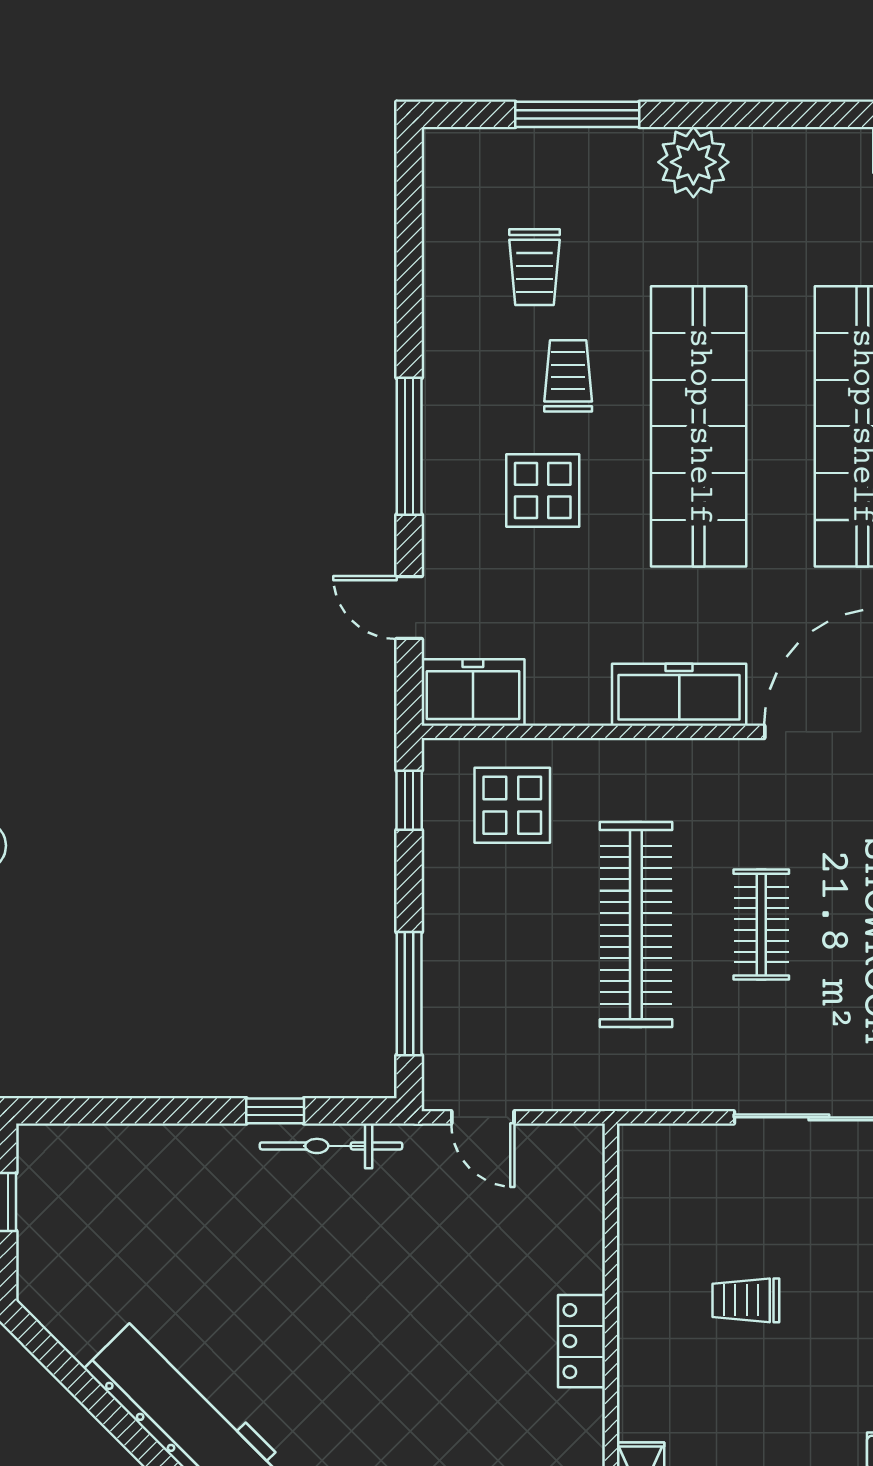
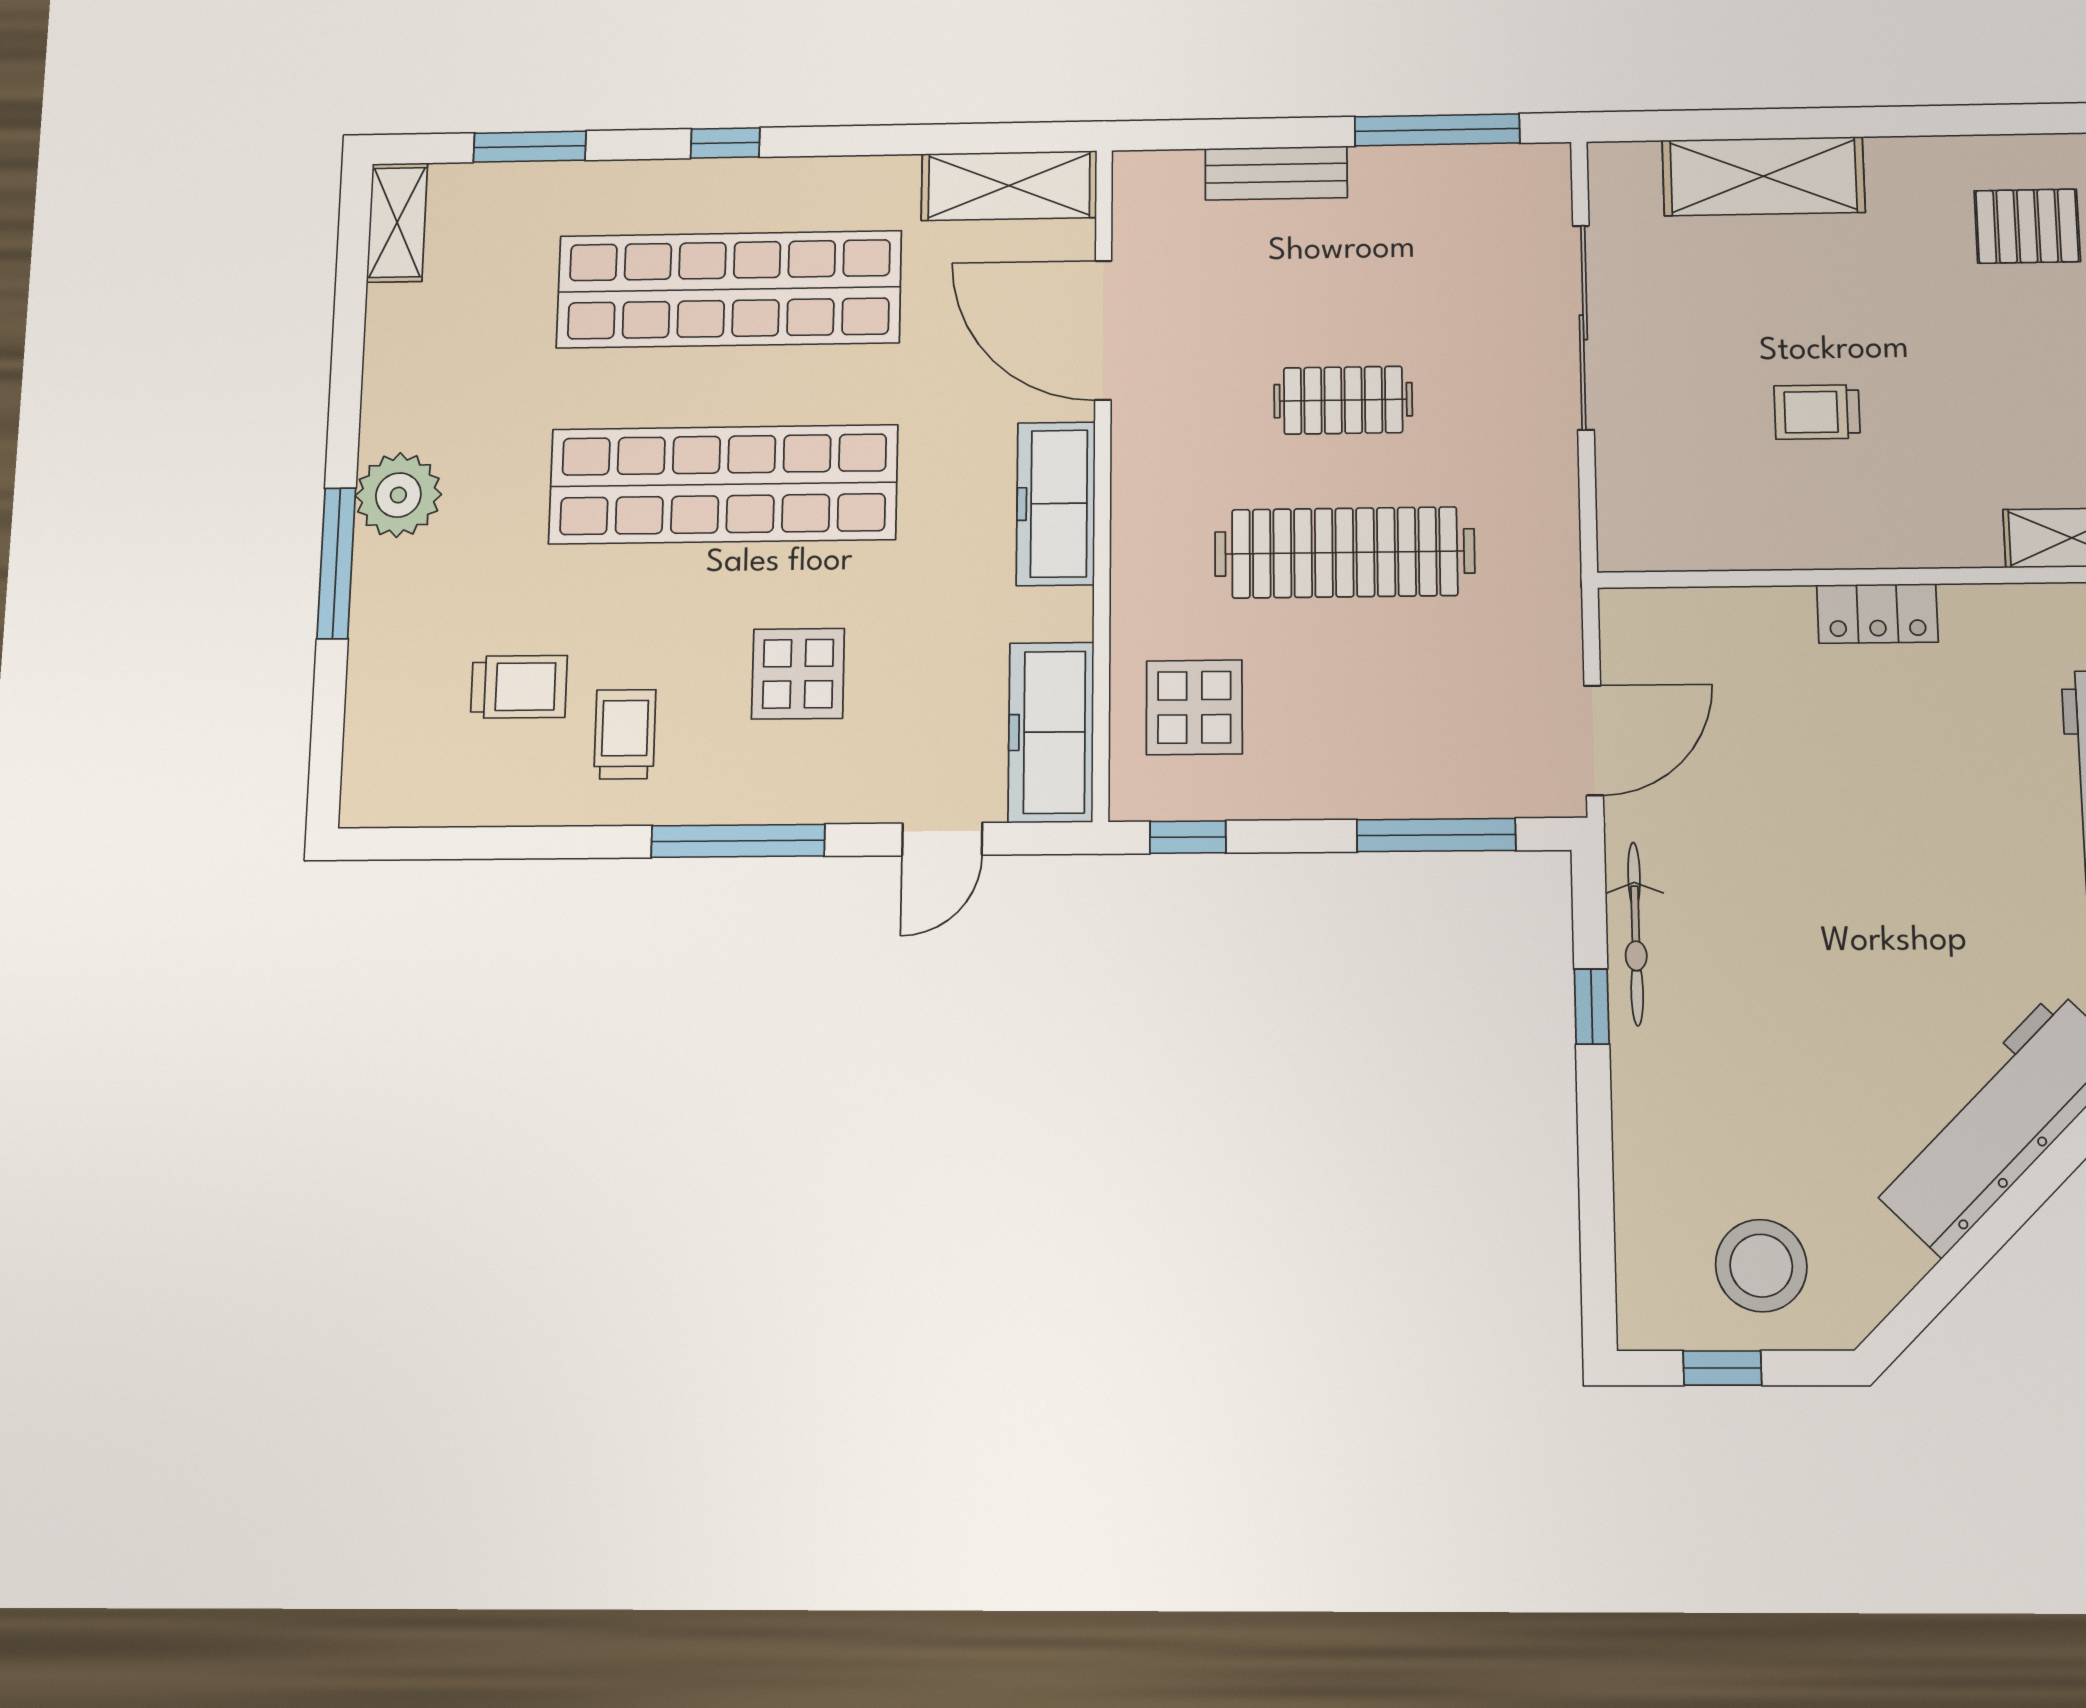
window: (577, 114) -> (336, 563), moved
trolley: (568, 376) -> (625, 734), moved, turned 90
freezer: (473, 692) -> (1051, 732), width x1.40
door: (483, 1117) -> (1594, 740), width x1.38
stool: (79, 1233) -> (1761, 1266), added
trolley: (746, 1300) -> (1817, 412), turned 90

